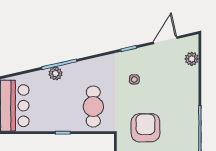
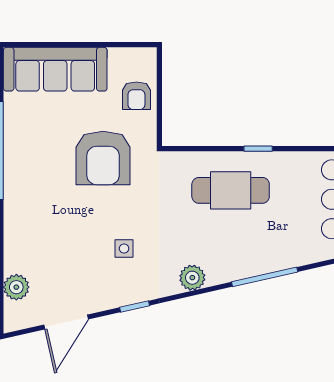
plant: (56, 73) -> (192, 278), moved
cafe table: (93, 107) -> (231, 190), moved, turned 90

